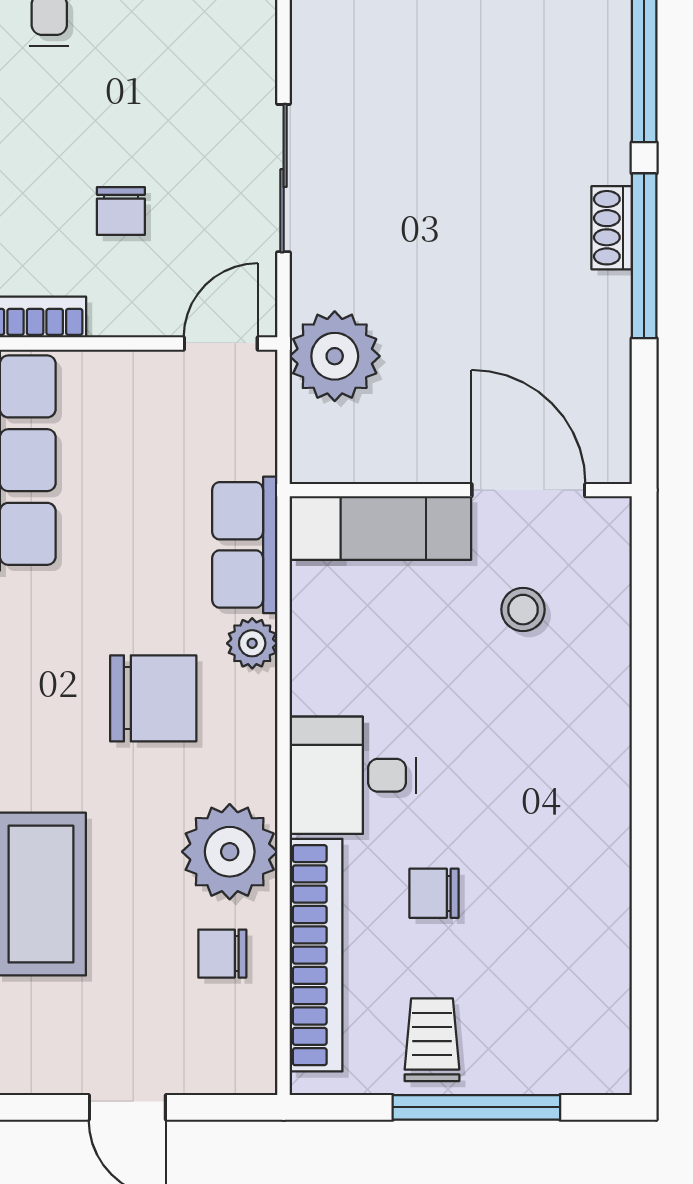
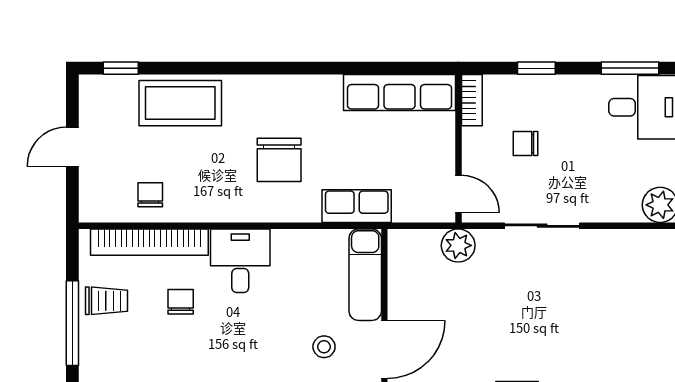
plant: (335, 356) -> (458, 245), width x0.73, depth x0.73
plant: (252, 643) -> (307, 210), removed
plant: (230, 852) -> (202, 198), removed

